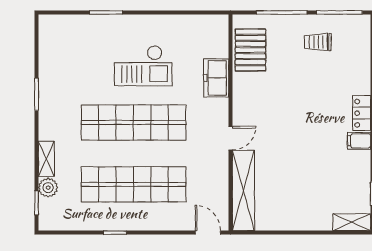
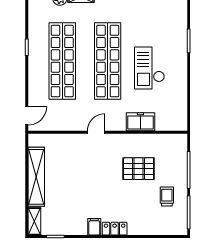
pallet: (250, 50) -> (139, 169), moved
door: (231, 138) -> (96, 132), swing flipped
shelving: (243, 190) -> (36, 177), moved, turned 90

